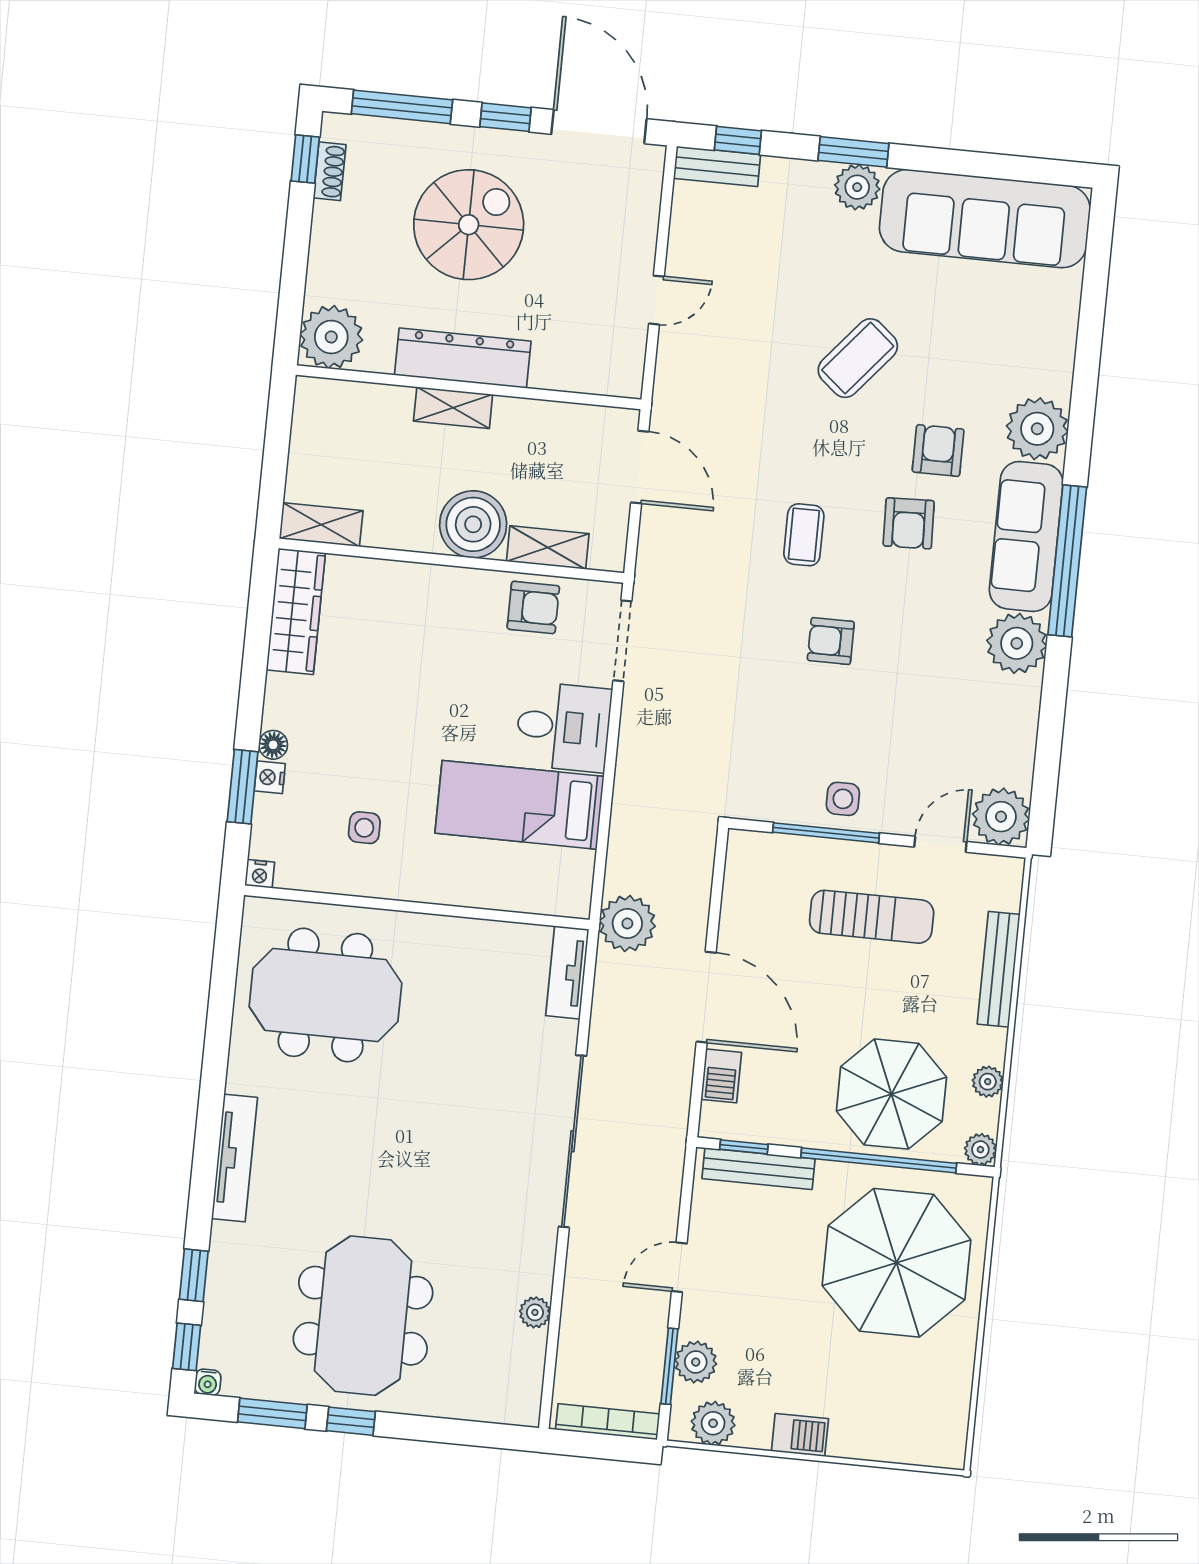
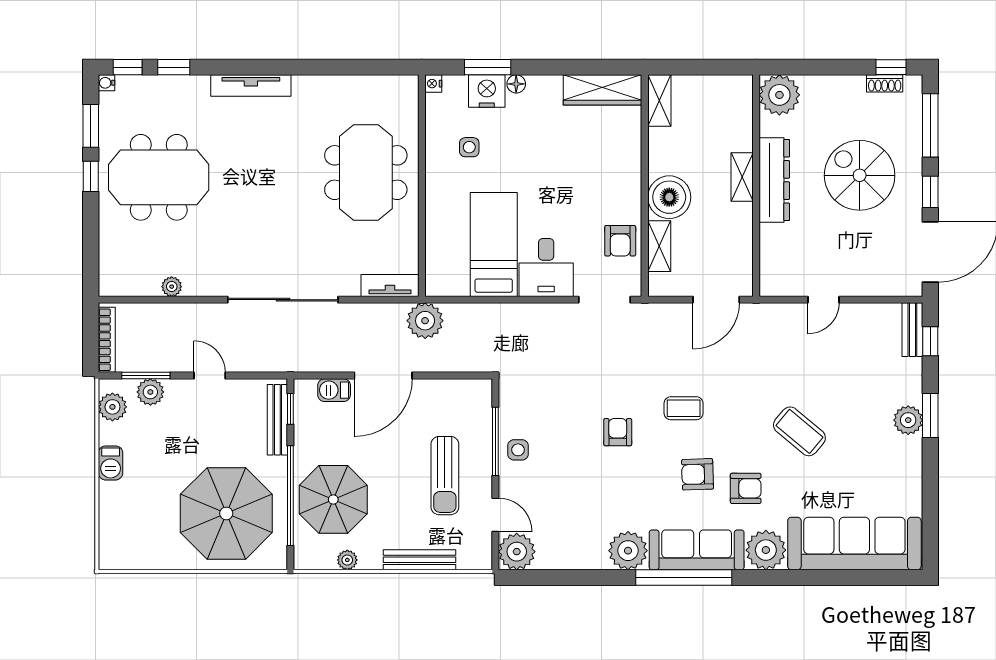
sofa: (985, 219) -> (854, 543), moved, turned 90
spiral stairs: (469, 225) -> (860, 175), turned 180
door: (656, 300) -> (824, 300), hinge flipped
nightstand: (270, 777) -> (487, 91), width x1.89, depth x1.79
meeting table: (325, 995) -> (366, 173), moved
plant: (980, 1150) -> (304, 560), removed

